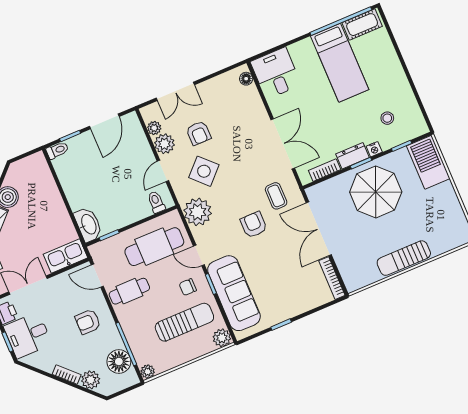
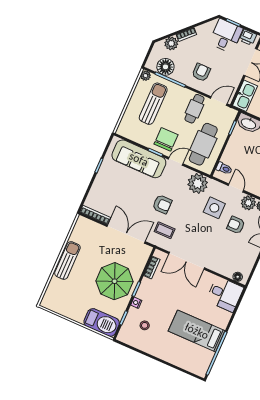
cot: (362, 25) -> (204, 362), removed
dresser: (353, 156) -> (144, 289), removed
side table: (204, 171) -> (214, 208), turned 45
chair: (188, 287) -> (166, 139), width x1.87, depth x1.87
sun lounger: (184, 322) -> (153, 104), moved, turned 180
plant: (222, 338) -> (123, 130), removed

